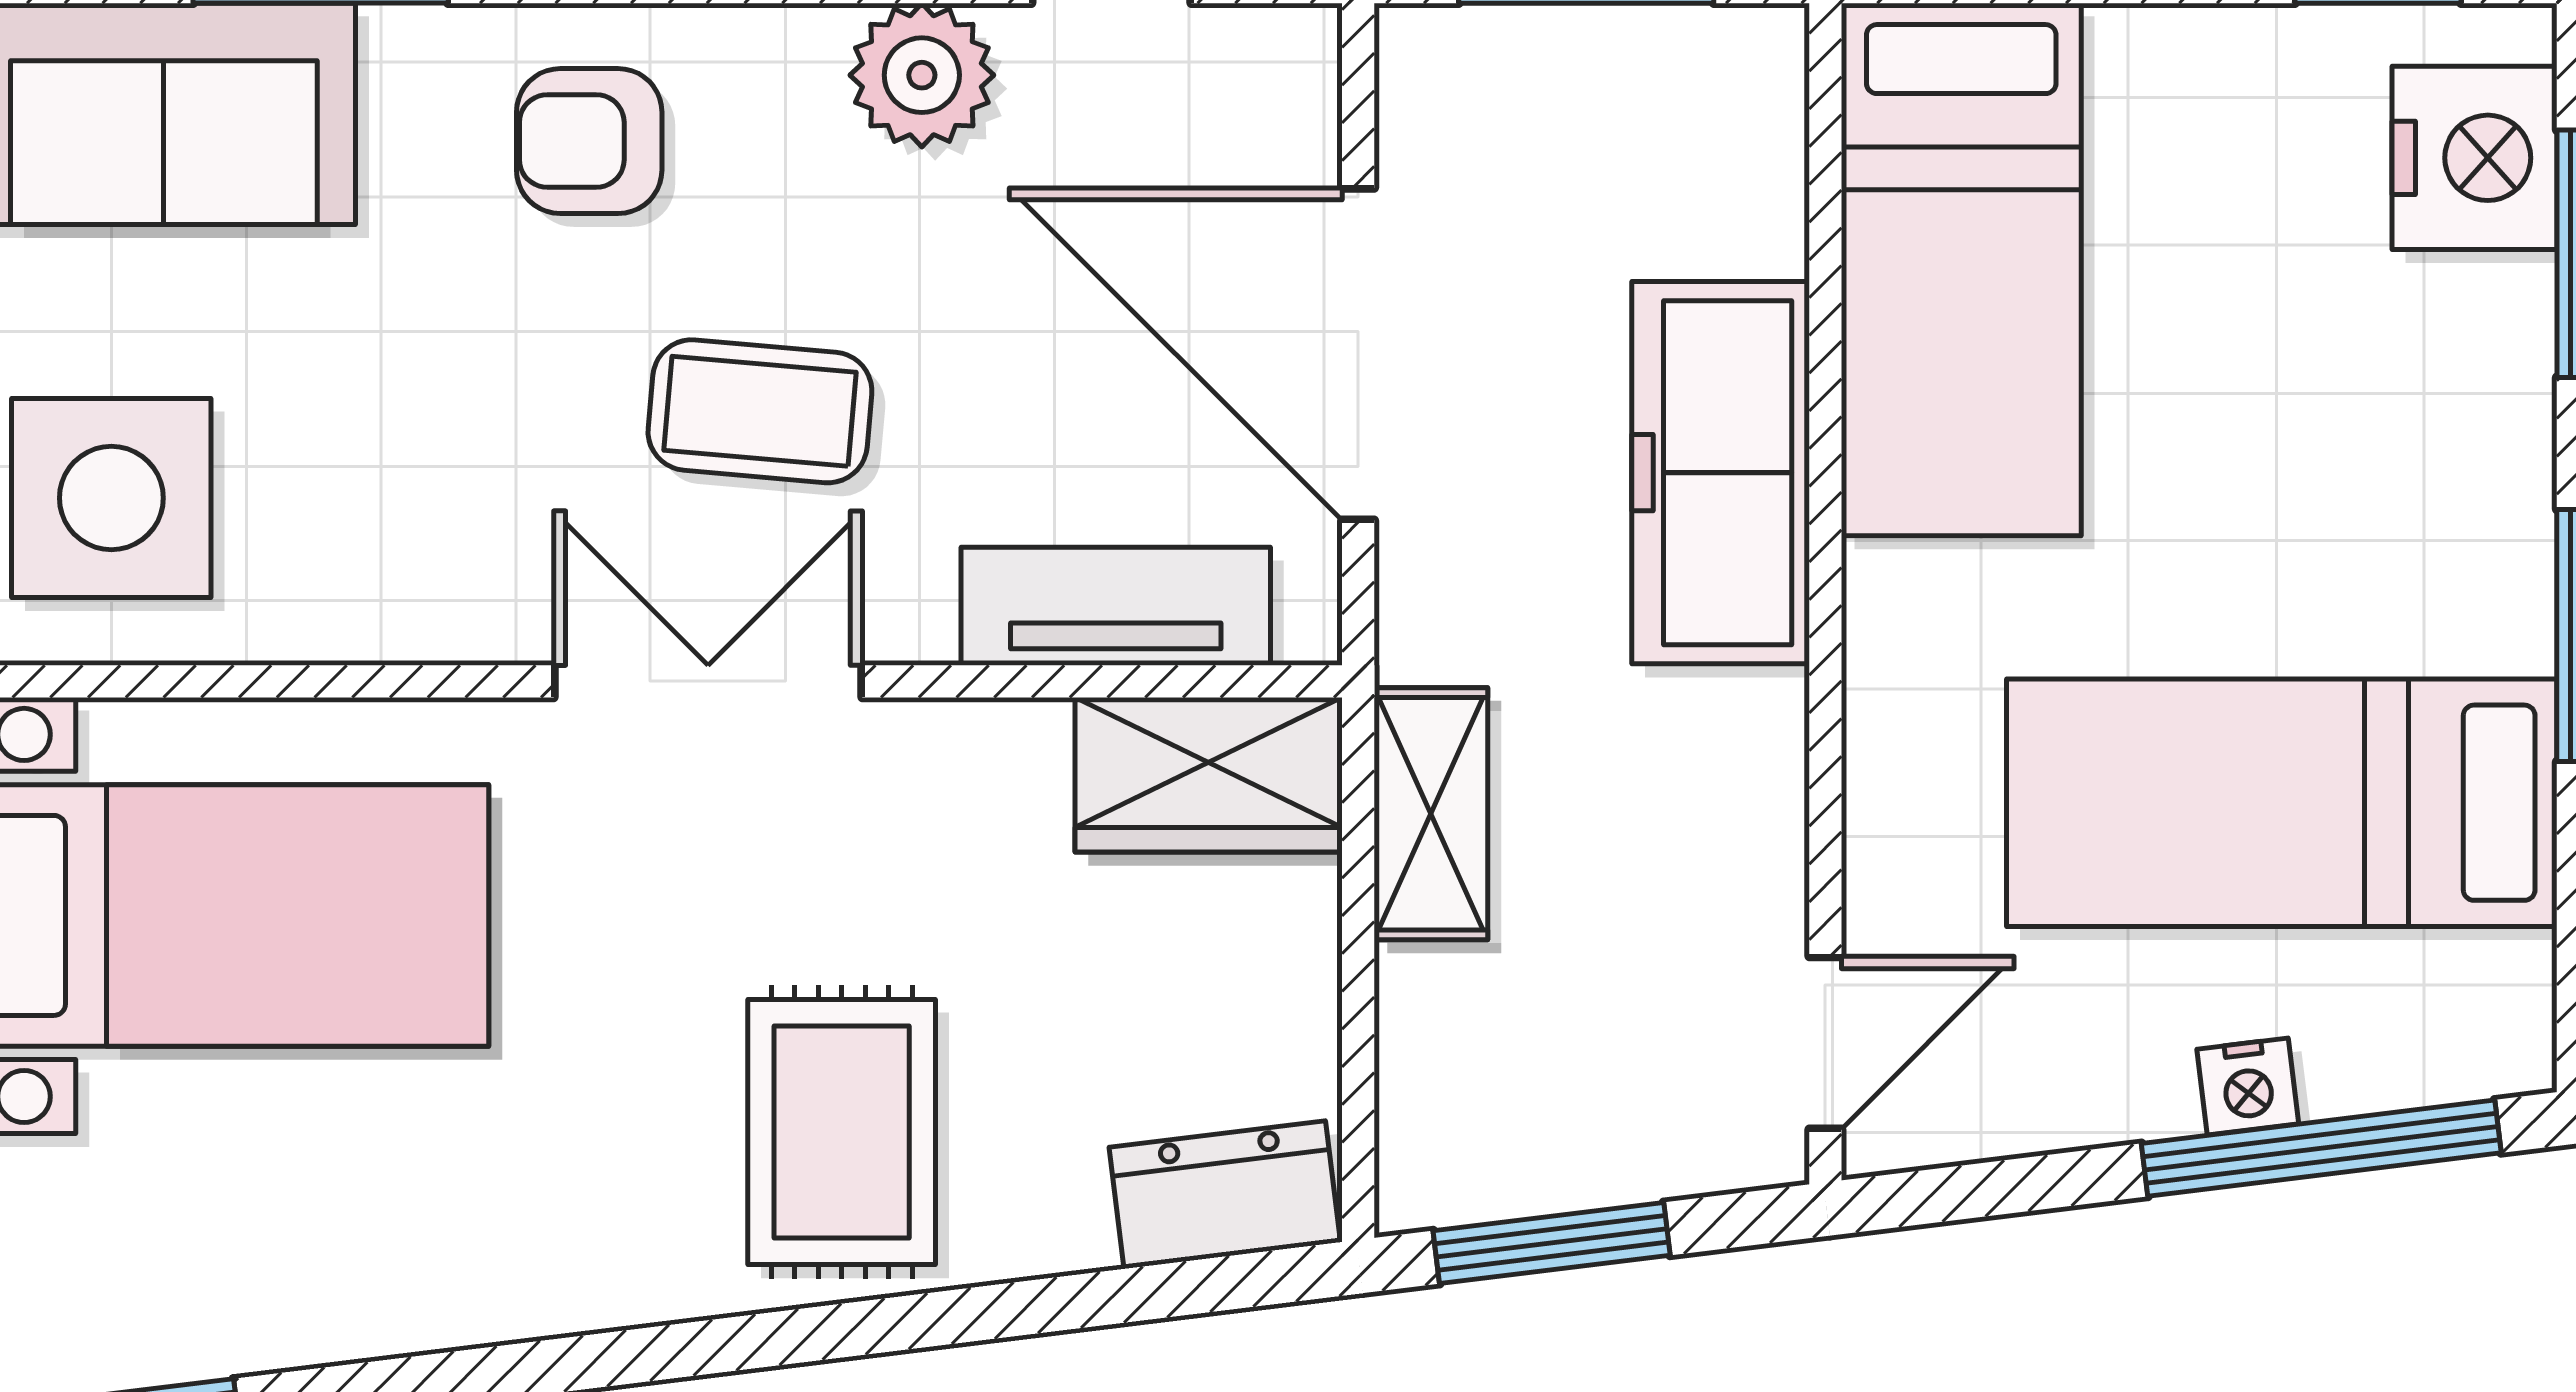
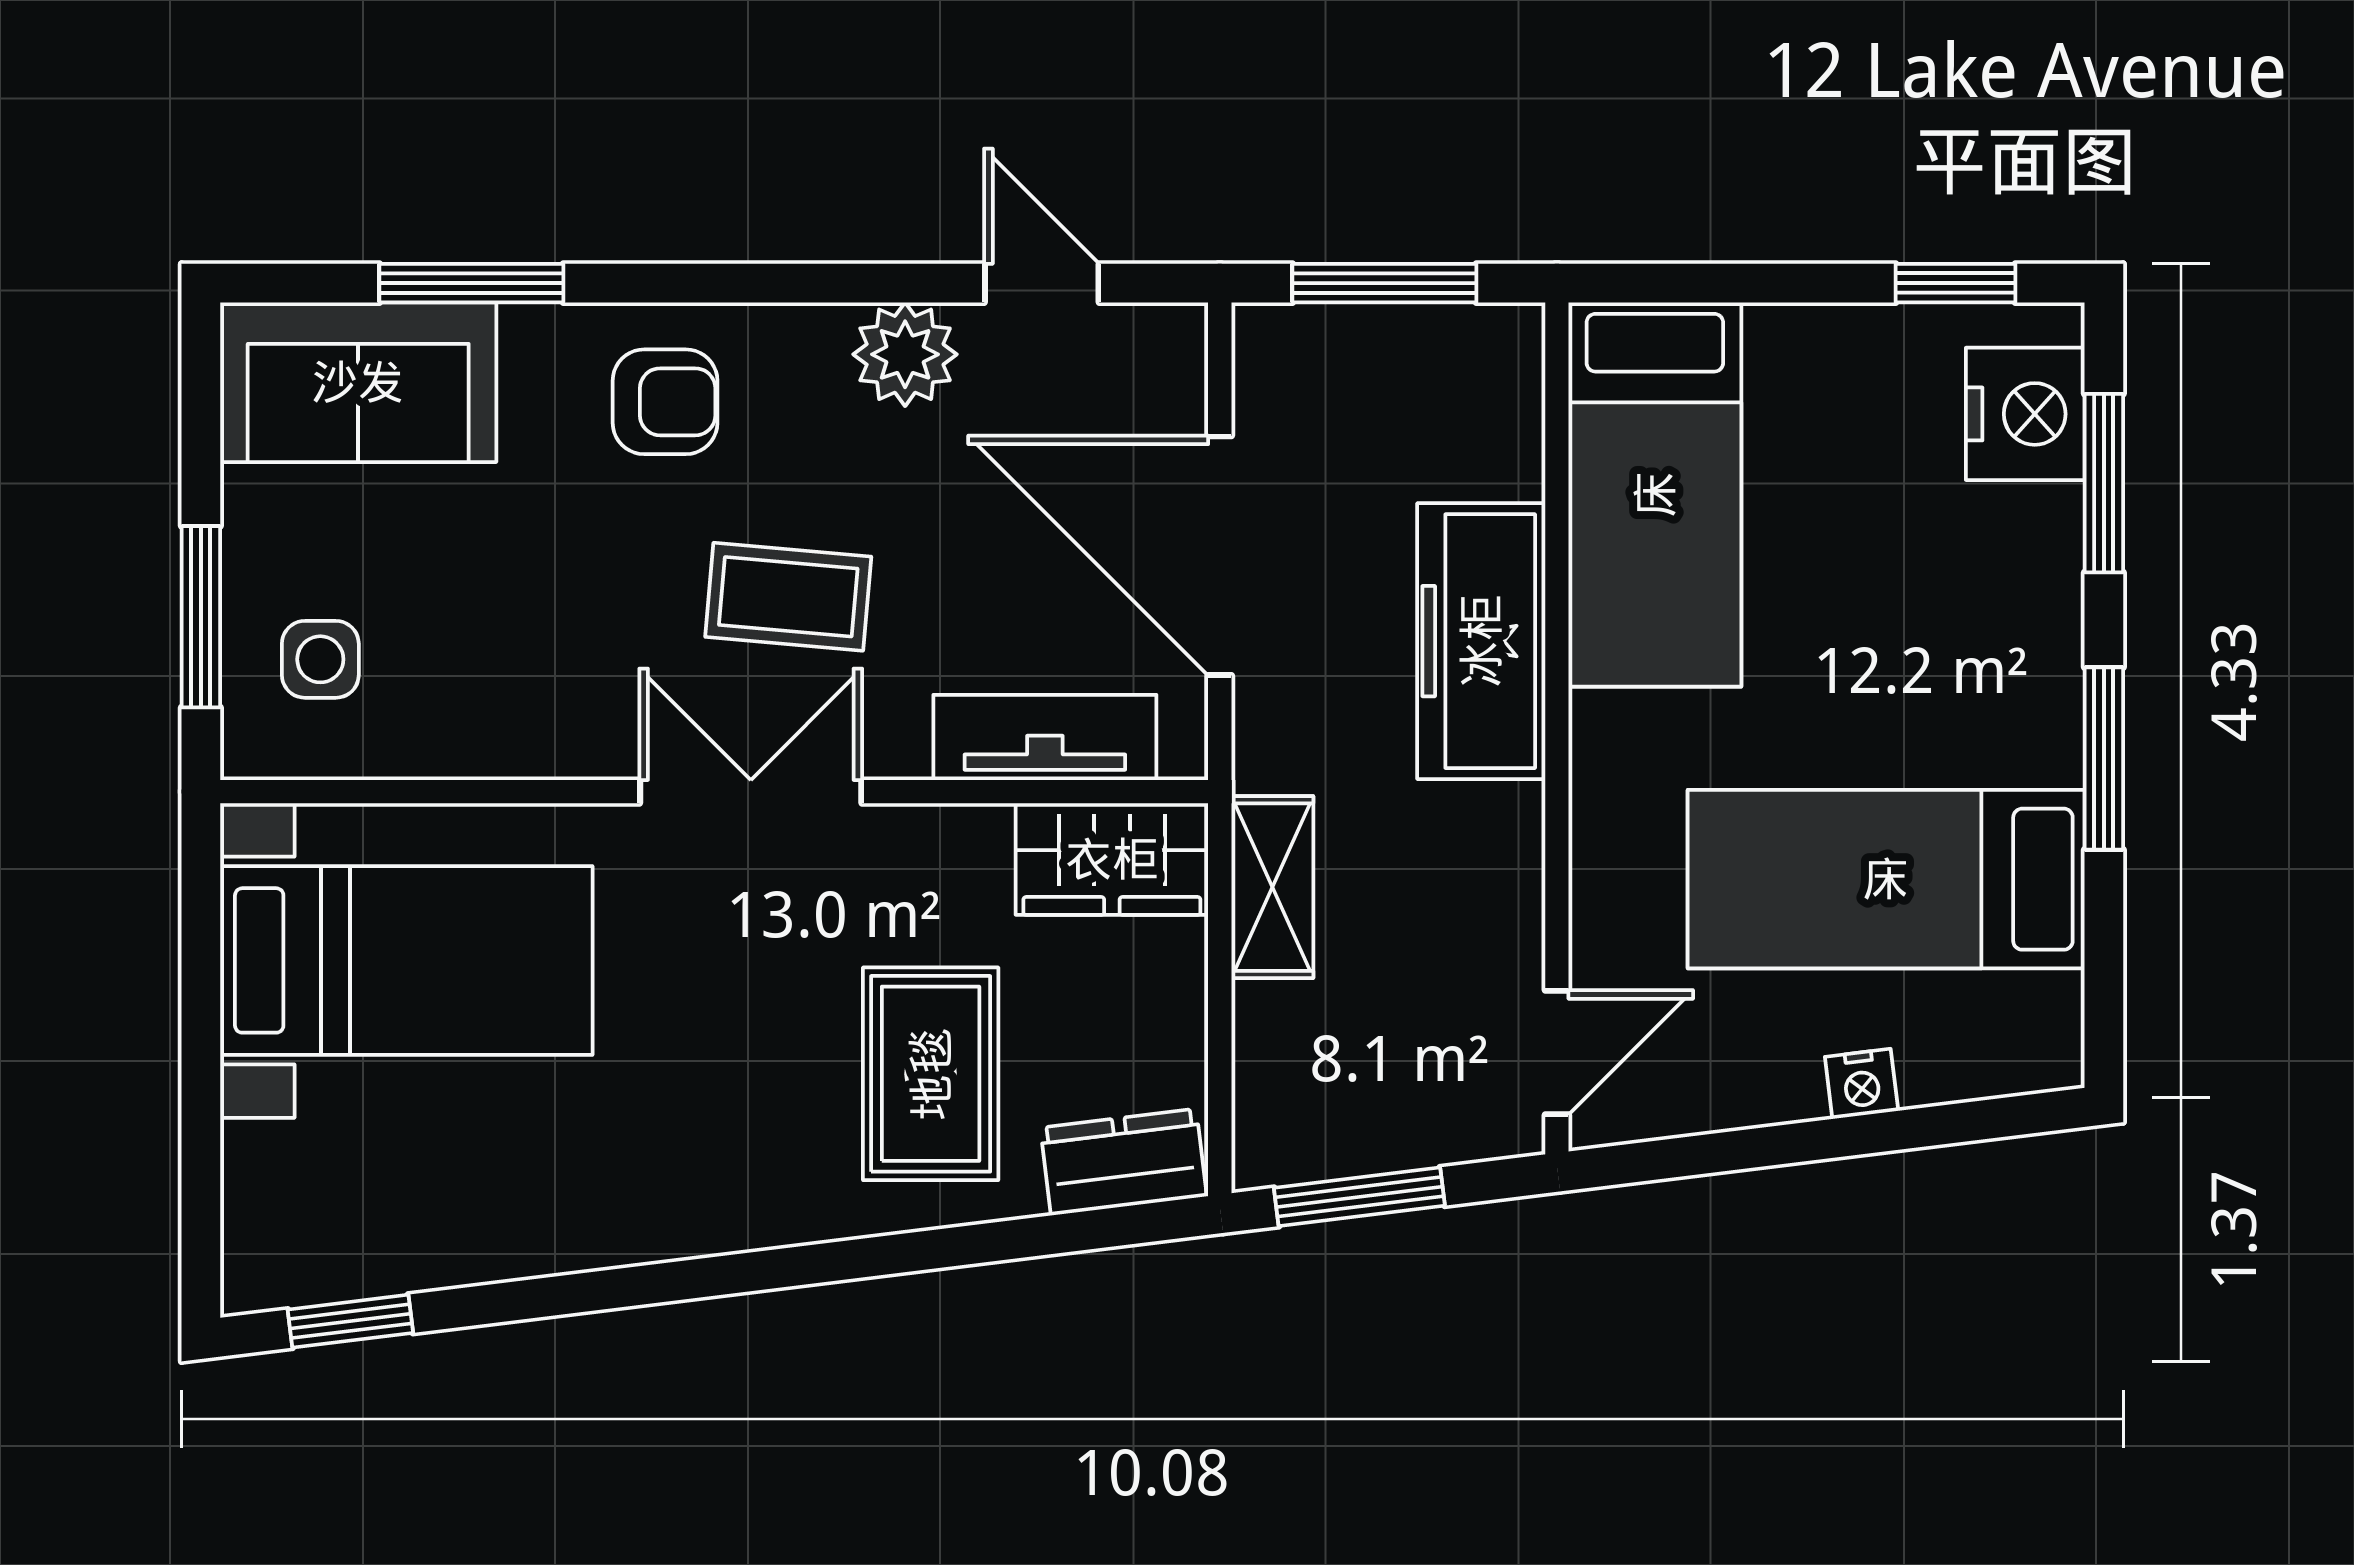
armchair: (589, 141) -> (665, 402), turned 180
side table: (111, 498) -> (320, 659), width x0.54, depth x0.54
rug: (842, 1132) -> (931, 1074), moved
window: (2321, 1148) -> (1915, 1128), removed

